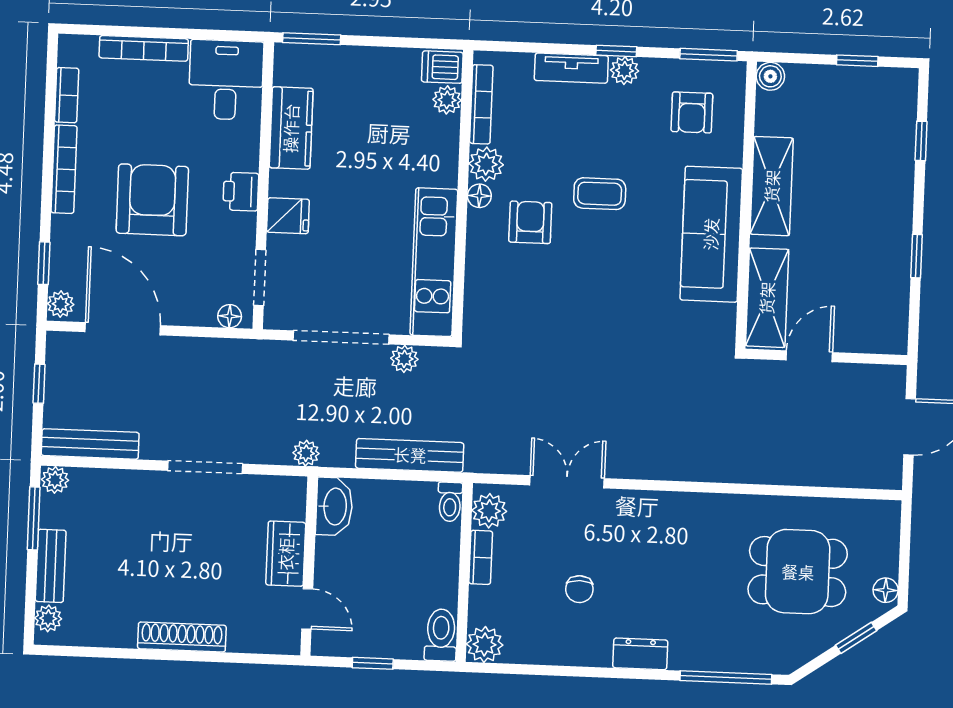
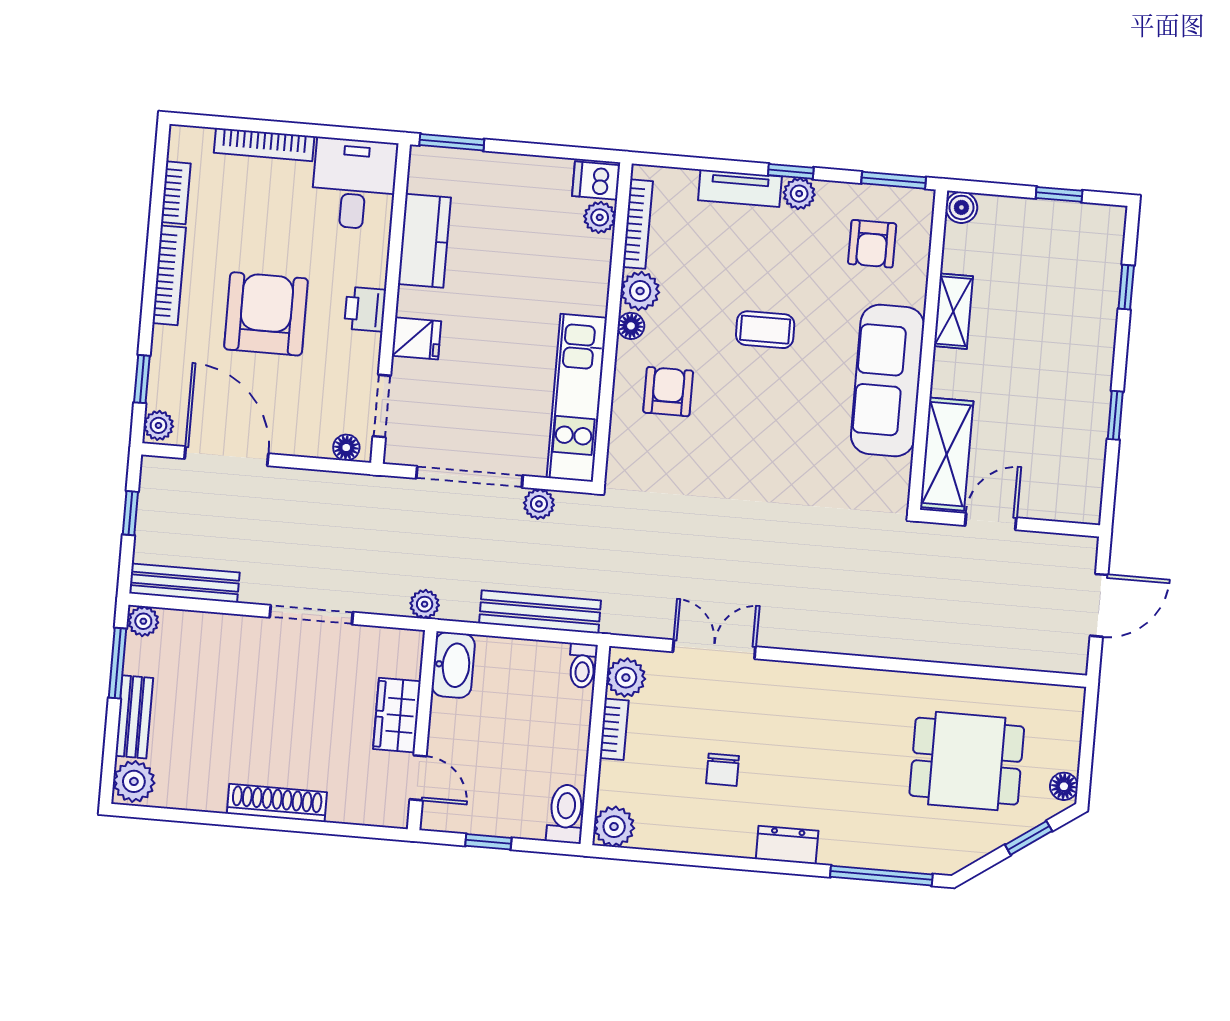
shelving: (772, 186) -> (953, 311), width x0.67, depth x0.75
armchair: (530, 222) -> (668, 392), moved
plant: (48, 618) -> (134, 781), width x1.38, depth x1.38

